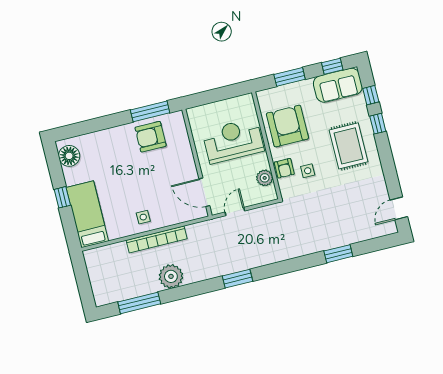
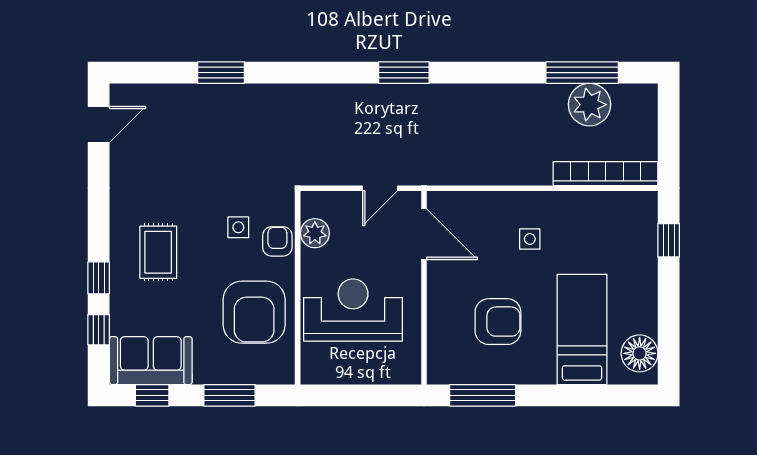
armchair: (151, 137) -> (498, 322), moved
reception desk: (233, 141) -> (353, 310), turned 180
rug: (348, 146) -> (158, 252), width x0.73, depth x0.70
window: (62, 197) -> (669, 240), moved
bed: (87, 214) -> (582, 329), moved, turned 180
side table: (143, 217) -> (530, 239), moved
bookcase: (157, 239) -> (606, 174), moved
plant: (171, 276) -> (589, 105), moved

